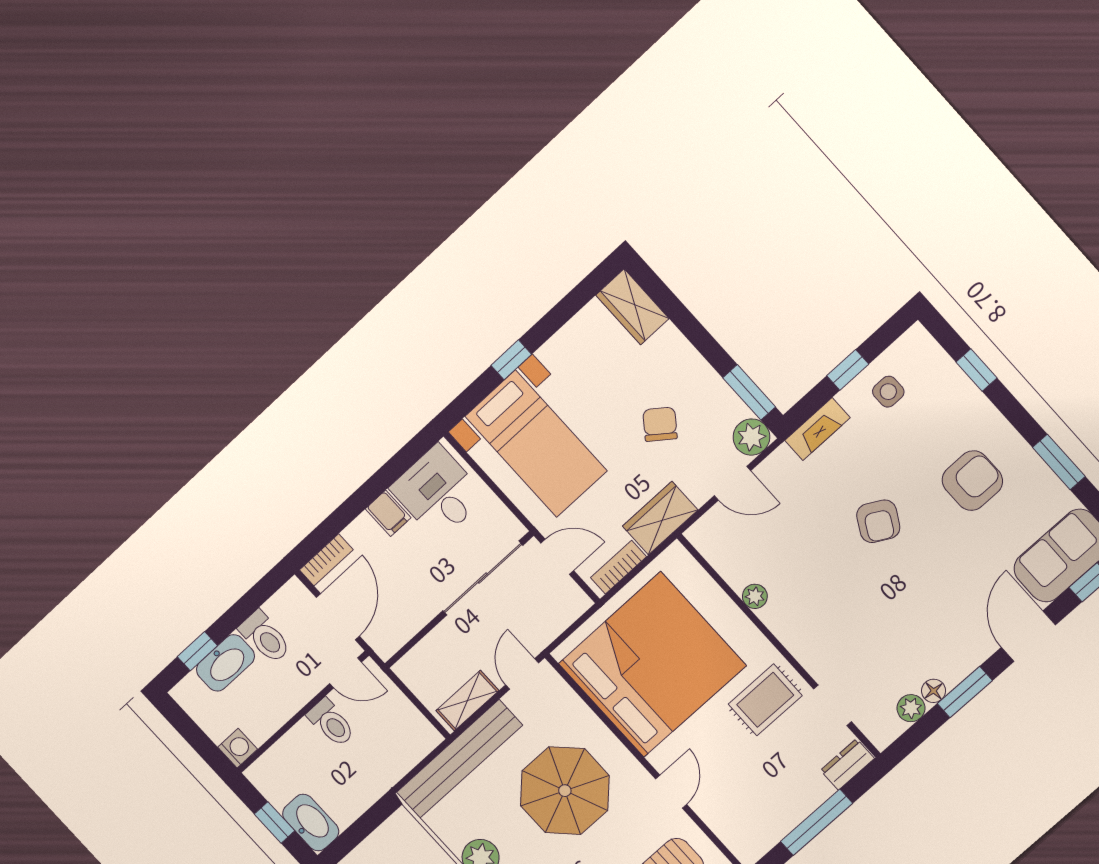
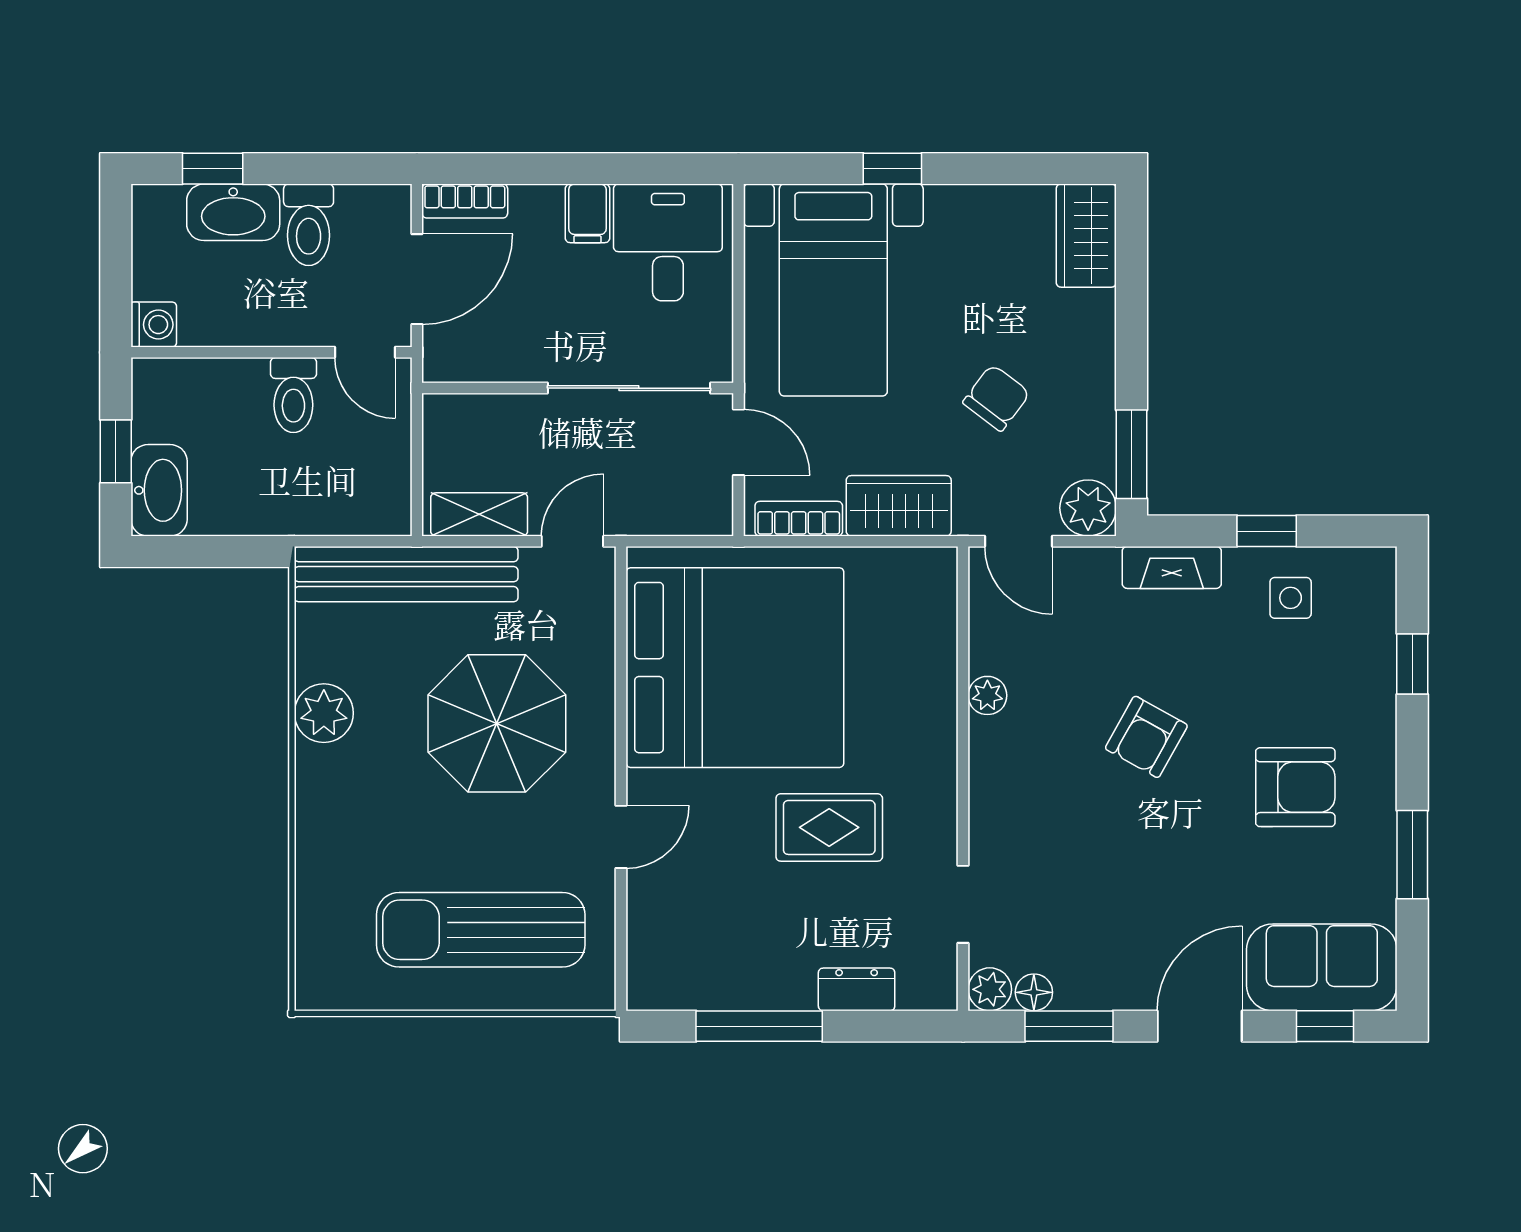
plant: (755, 596) -> (987, 695), moved
wall: (779, 646) -> (963, 779), moved
doorway: (833, 705) -> (963, 904), moved

